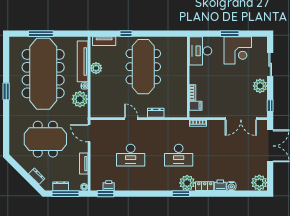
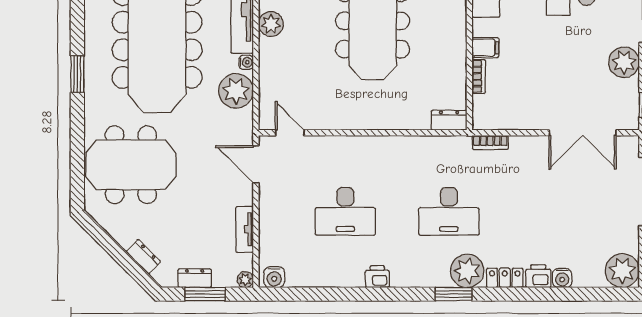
filing cabinet: (196, 106) -> (485, 48), moved
dresser: (156, 113) -> (449, 120), moved
door: (131, 119) -> (290, 133), moved
meeting table: (45, 139) -> (131, 165), moved
water cooler: (98, 186) -> (274, 277), added
printer: (109, 186) -> (377, 277), moved
window: (65, 194) -> (205, 294), width x0.69
window: (105, 194) -> (291, 294), removed

